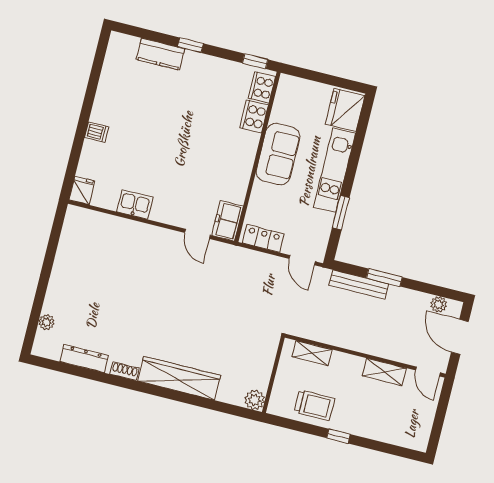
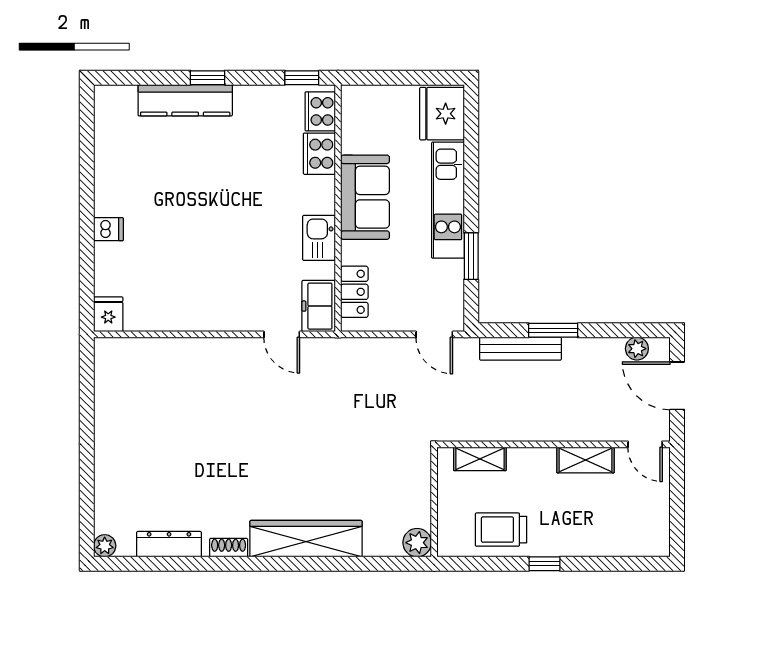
kitchen counter: (160, 54) -> (185, 100), width x1.50
kitchen sink: (135, 204) -> (319, 238), moved, turned -90
locker: (263, 238) -> (354, 292), moved, turned 90
plant: (46, 322) -> (105, 546), moved
trolley: (314, 405) -> (501, 530), turned 180

